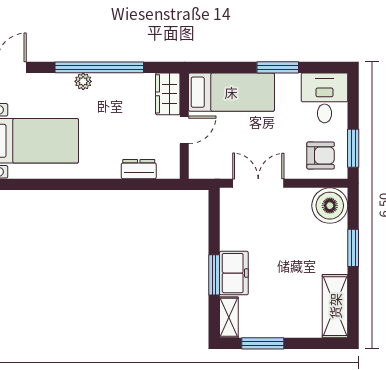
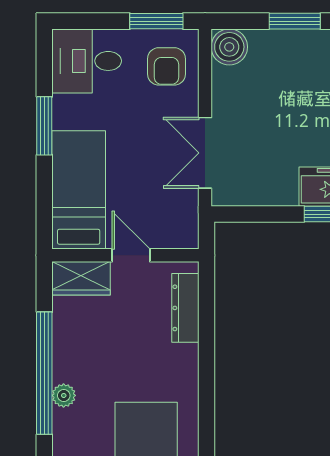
armchair: (321, 156) -> (167, 66), turned 180
dresser: (139, 169) -> (185, 308), width x1.44
boiler: (330, 206) -> (229, 47), width x0.73, depth x0.73

